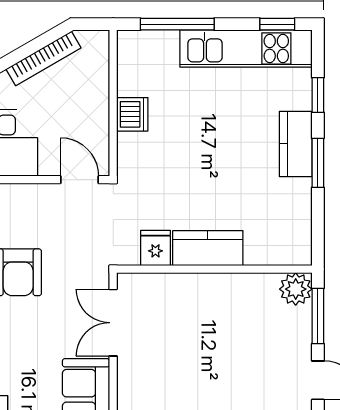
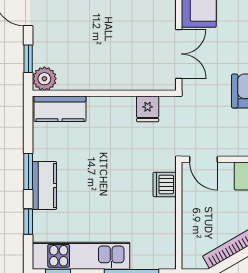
dishwasher: (132, 114) -> (165, 184), moved
kitchen counter: (208, 248) -> (60, 109), moved
window: (318, 316) -> (28, 59), width x0.67

